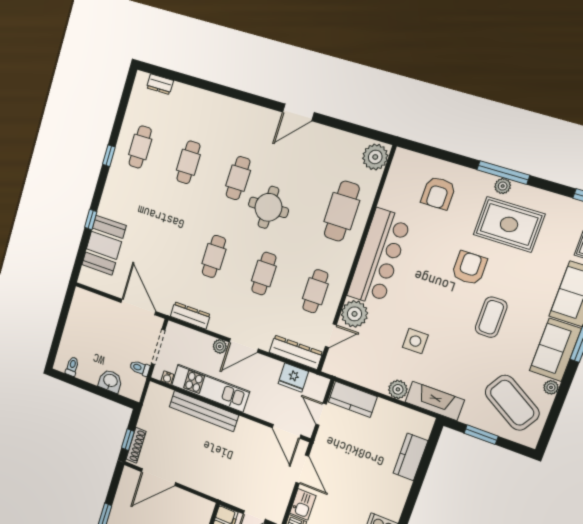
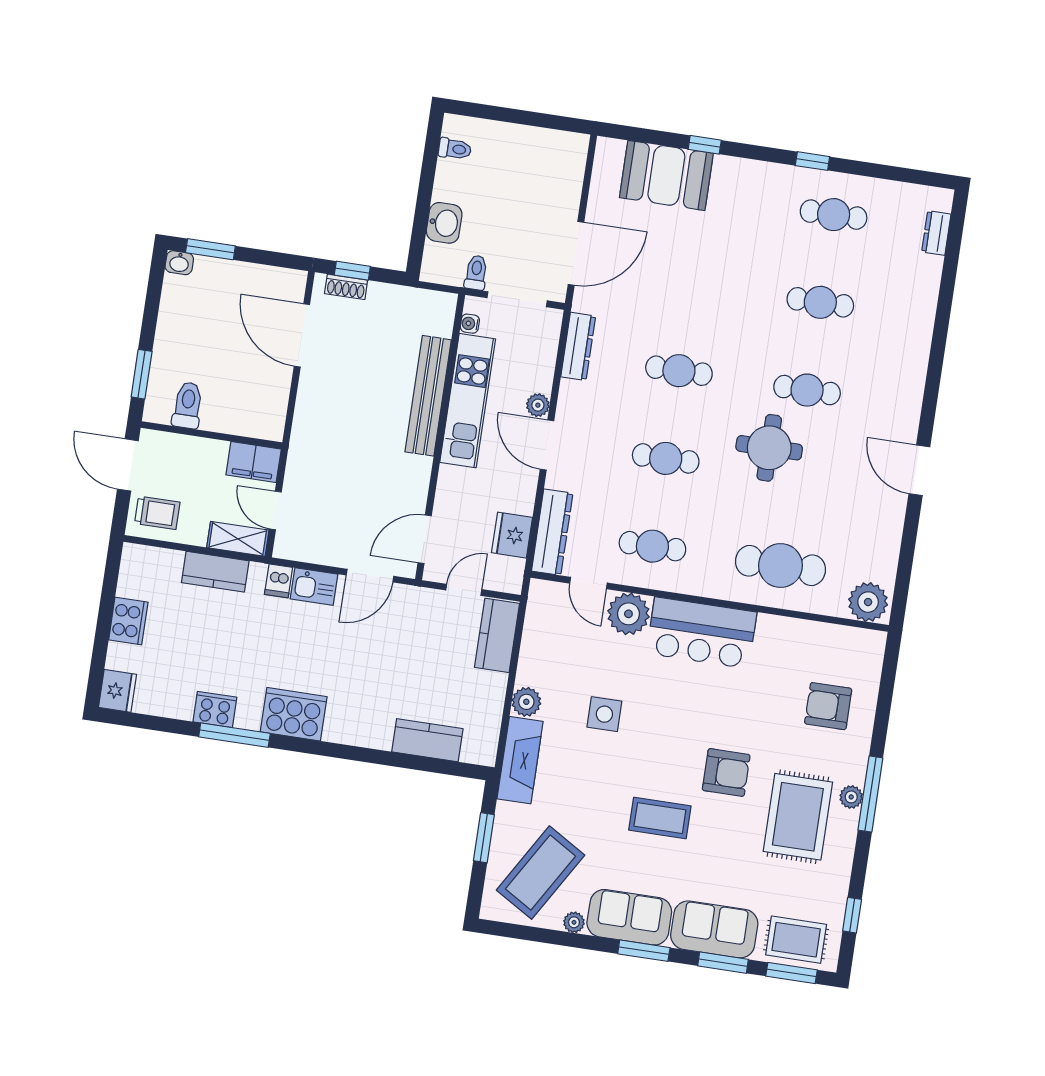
bar counter: (379, 257) -> (702, 633), width x0.73
shoe rack: (136, 445) -> (346, 287), width x0.70

